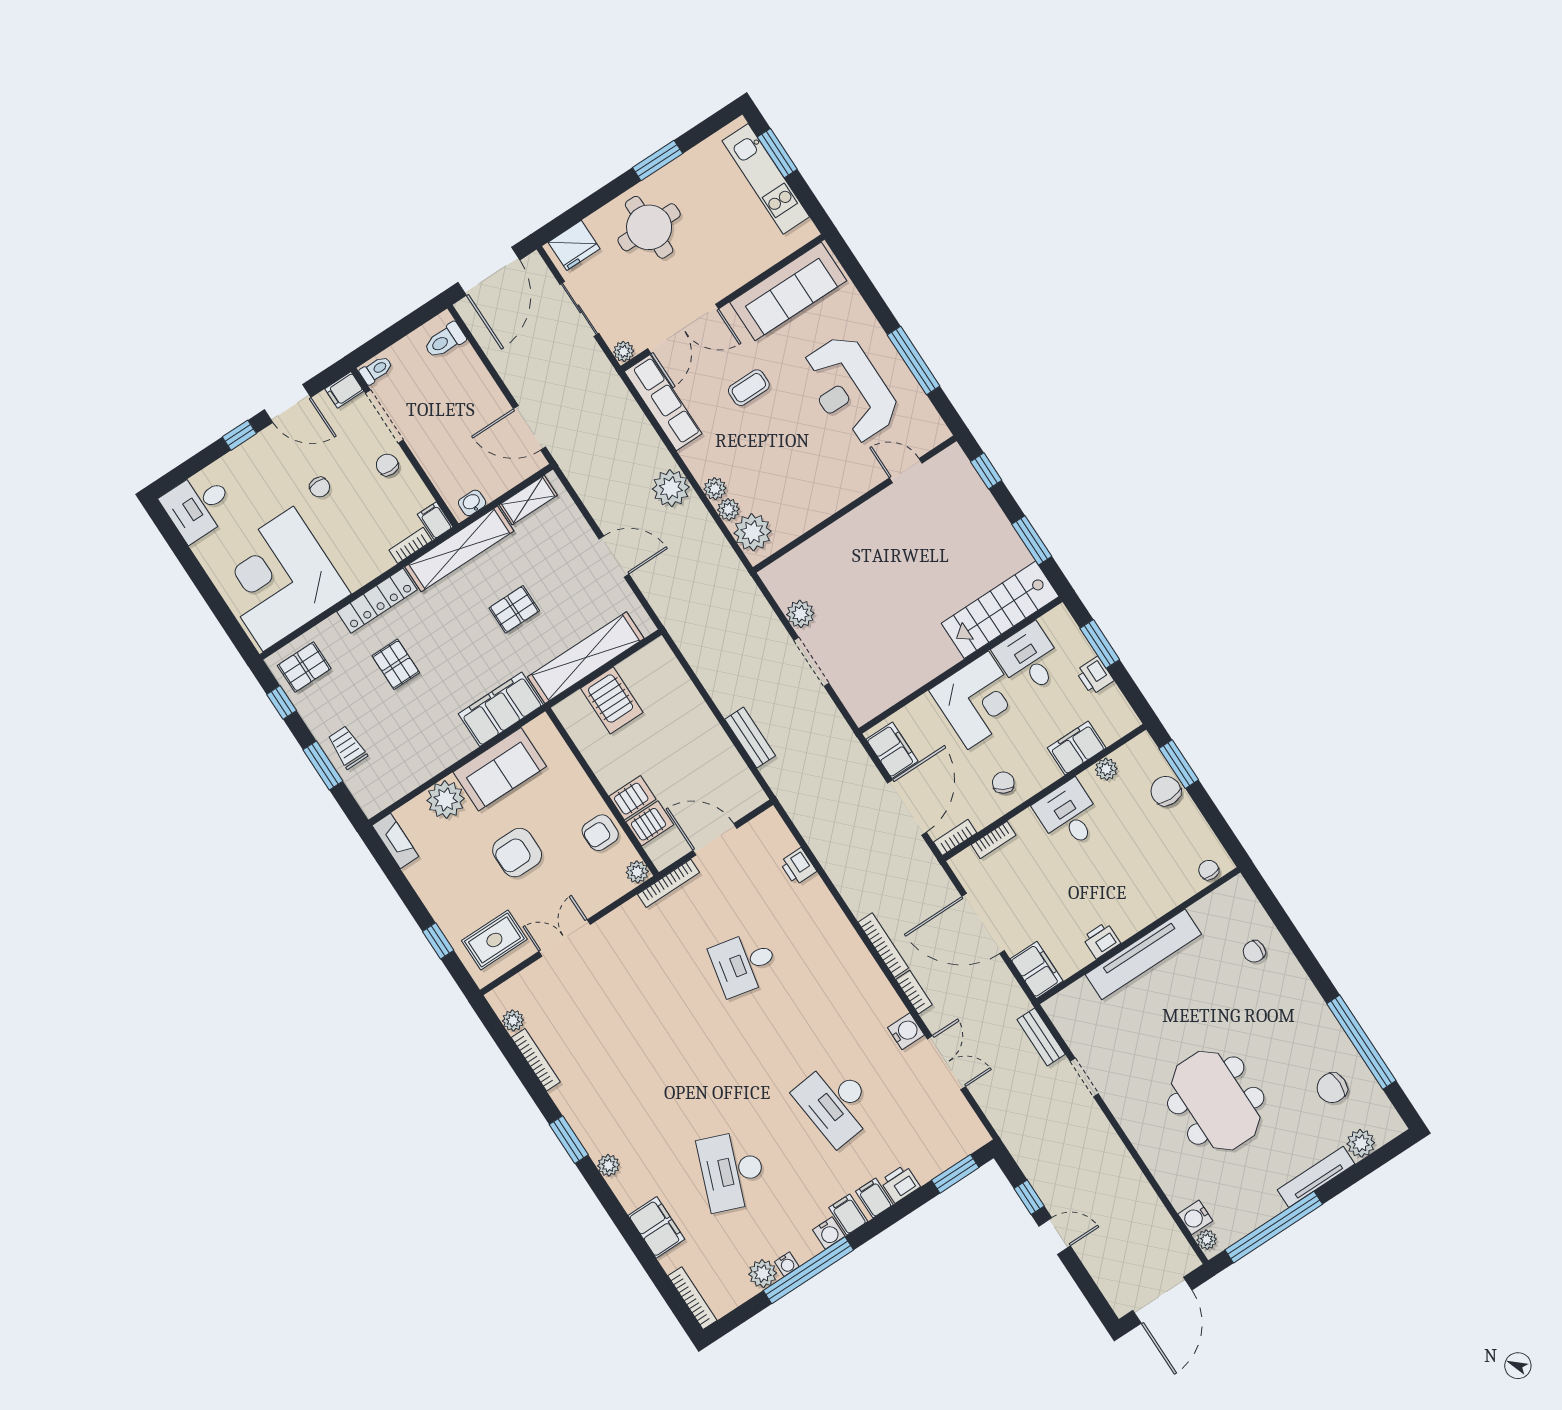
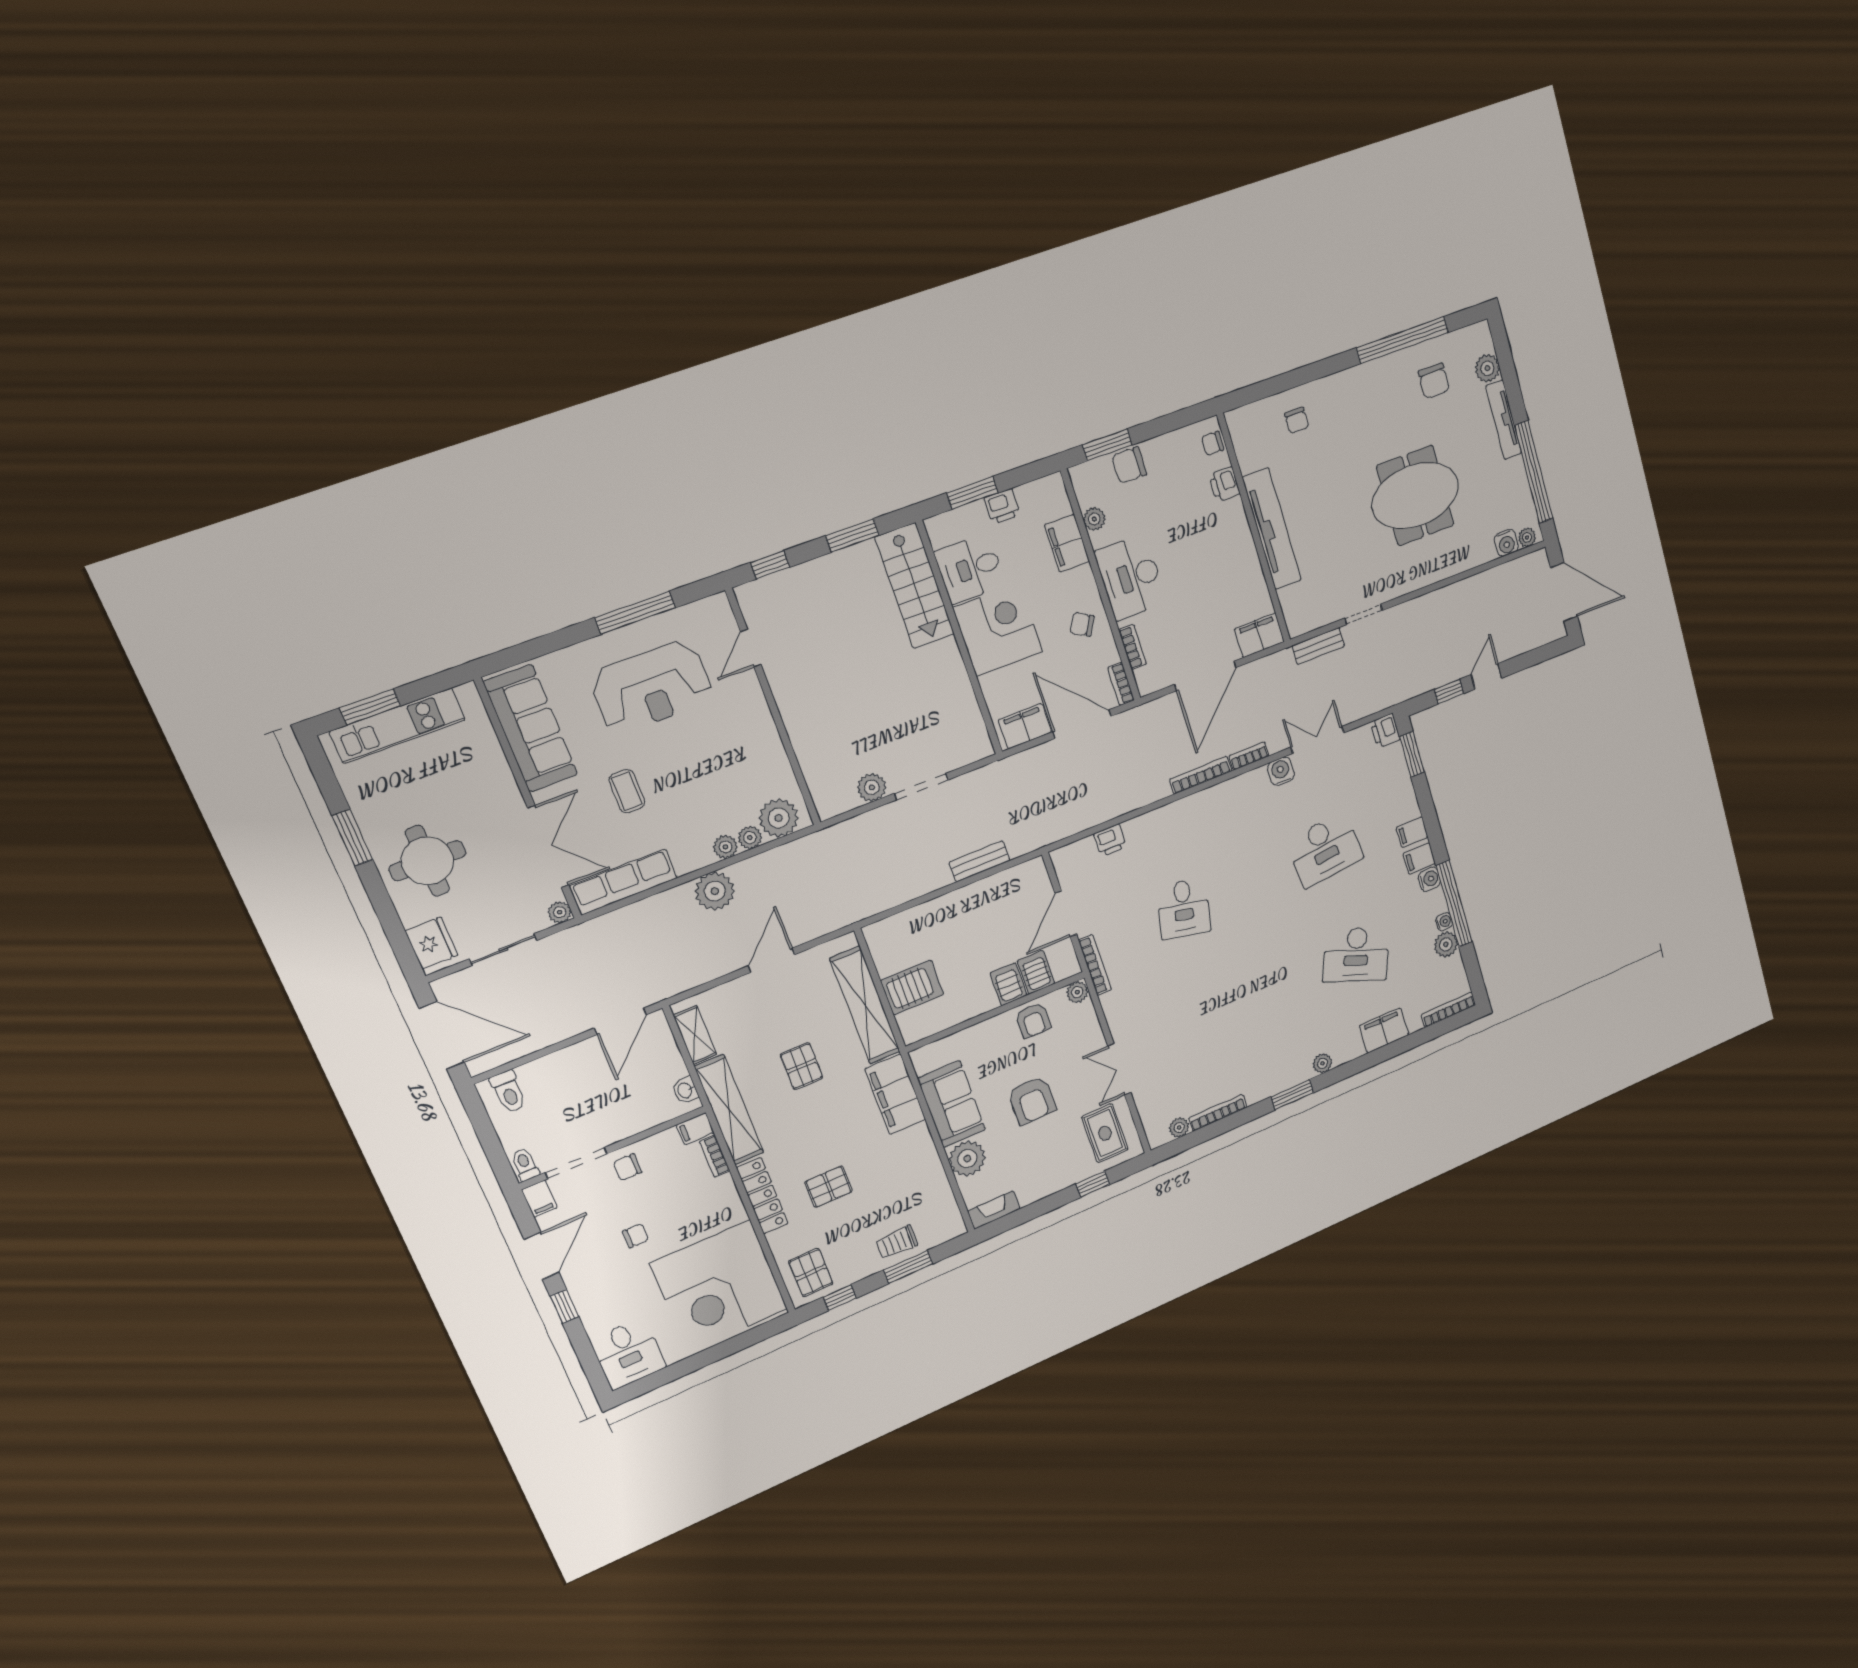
desk: (1069, 815) -> (1131, 577), width x1.37
printer: (1101, 940) -> (1225, 484), moved
printer: (900, 1184) -> (1385, 731), moved

